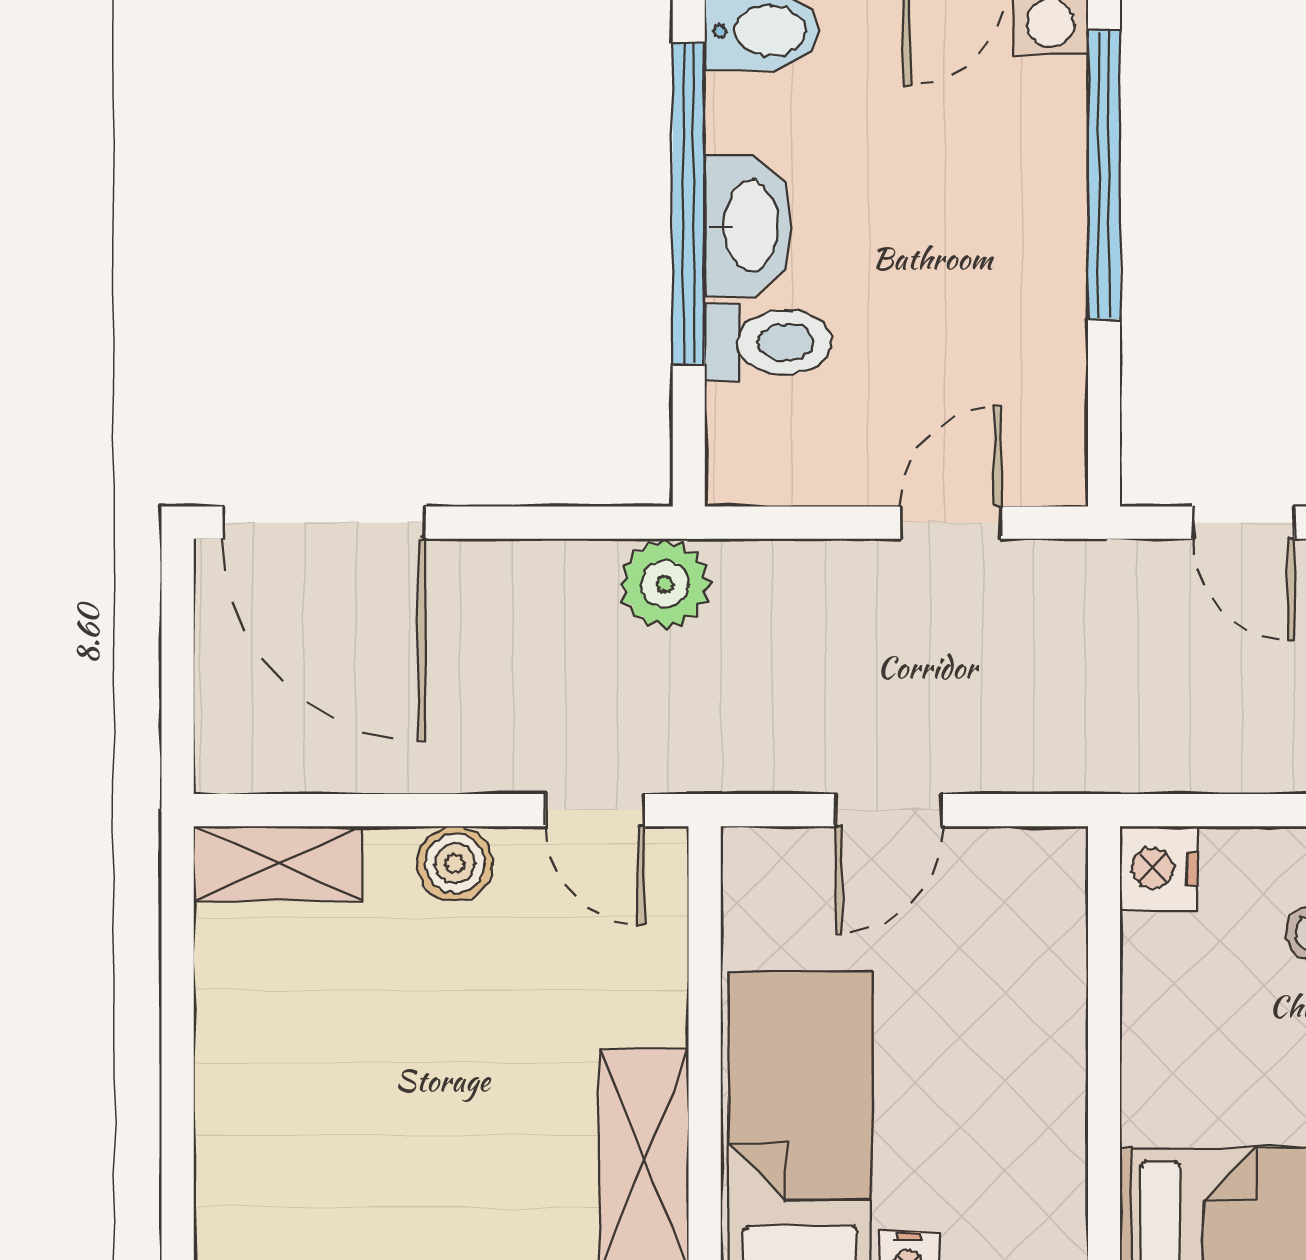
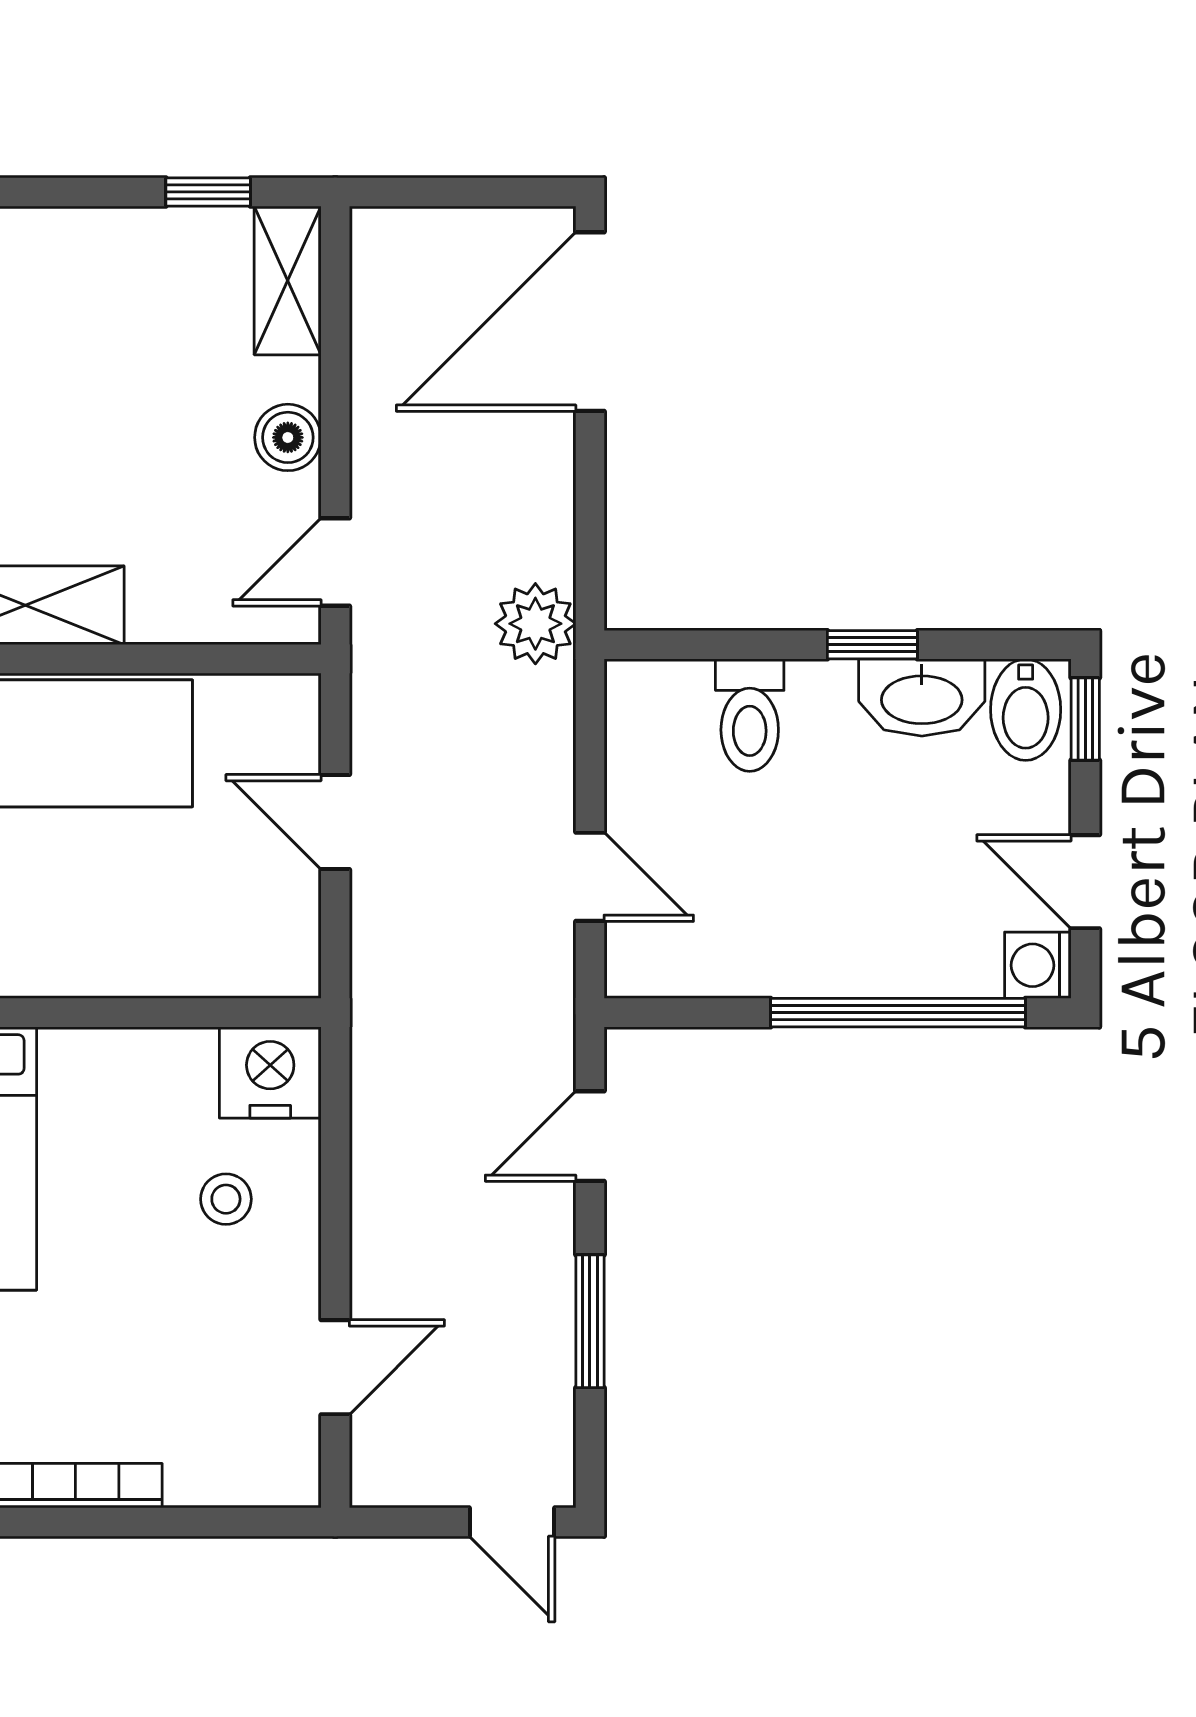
window: (689, 204) -> (872, 645), width x0.32
washbasin: (748, 226) -> (922, 697), moved
nightstand: (1159, 868) -> (270, 1072), width x1.36, depth x1.33
window: (178, 954) -> (208, 192), added

